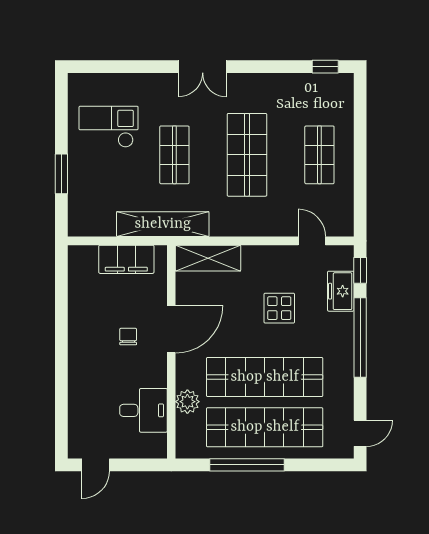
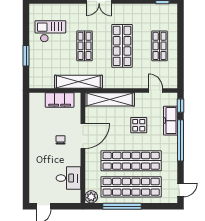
shelving: (208, 258) -> (110, 99), width x1.47
freezer: (341, 291) -> (171, 121), width x1.40
plant: (187, 402) -> (91, 197), moved

